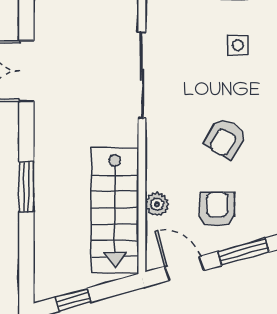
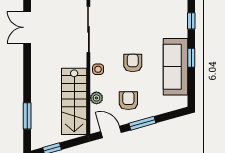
side table: (238, 45) -> (98, 69), moved
armchair: (225, 138) -> (133, 63), turned 150
window: (26, 187) -> (27, 116), moved

